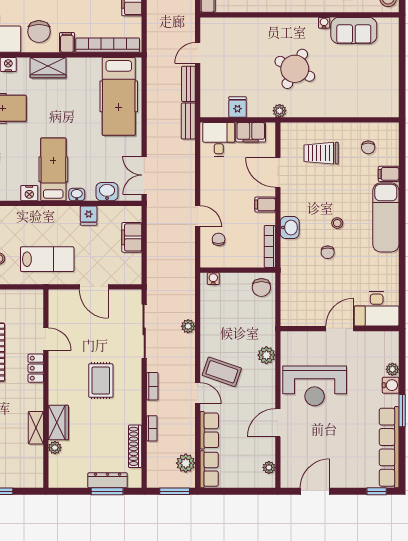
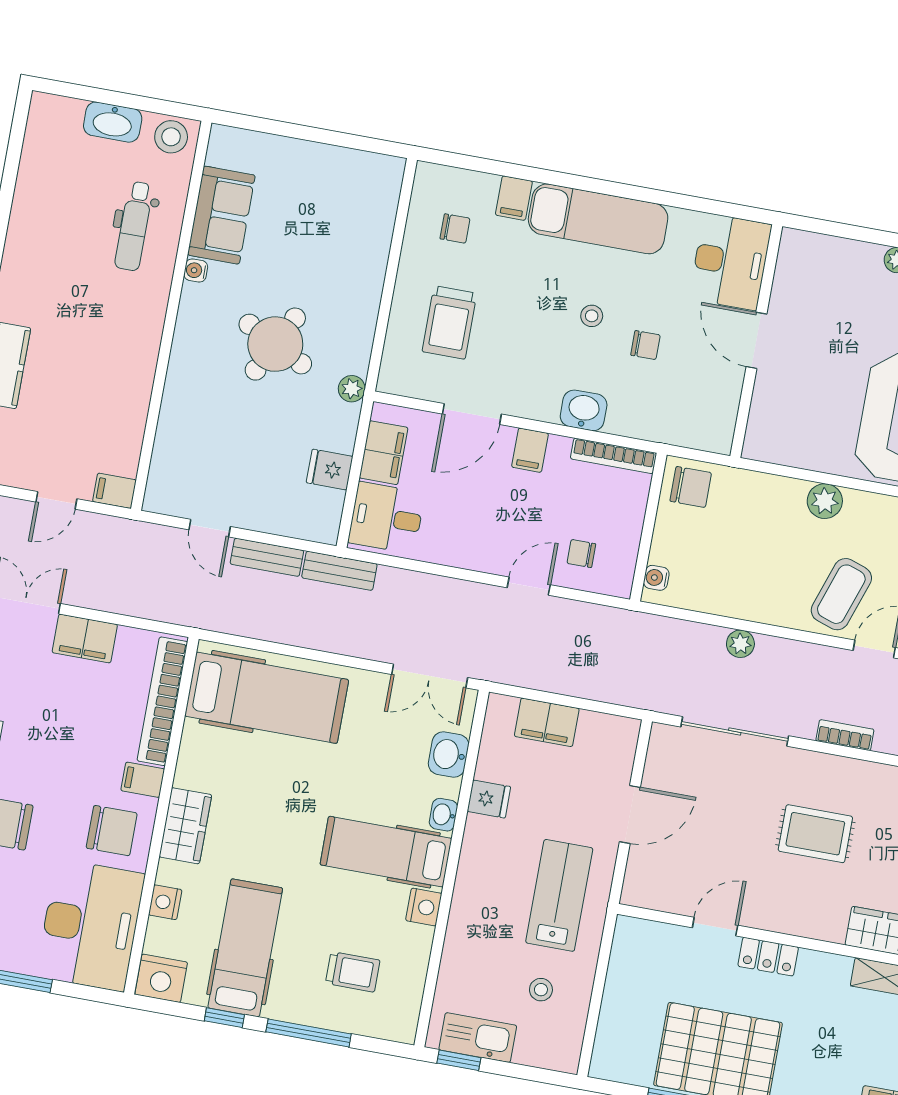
desk: (377, 309) -> (730, 262), moved
door: (340, 329) -> (756, 340), moved
wall: (340, 329) -> (756, 341), moved

